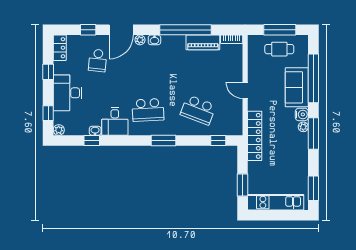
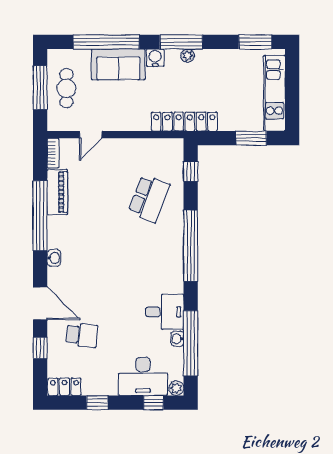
plant: (140, 40) -> (54, 278), removed
door: (245, 90) -> (91, 135), moved
desk: (67, 93) -> (143, 376), moved
school desk: (148, 110) -> (149, 267), removed
plant: (303, 127) -> (188, 56), moved
window: (92, 141) -> (191, 343), width x3.17
window: (164, 141) -> (191, 246), width x2.11

